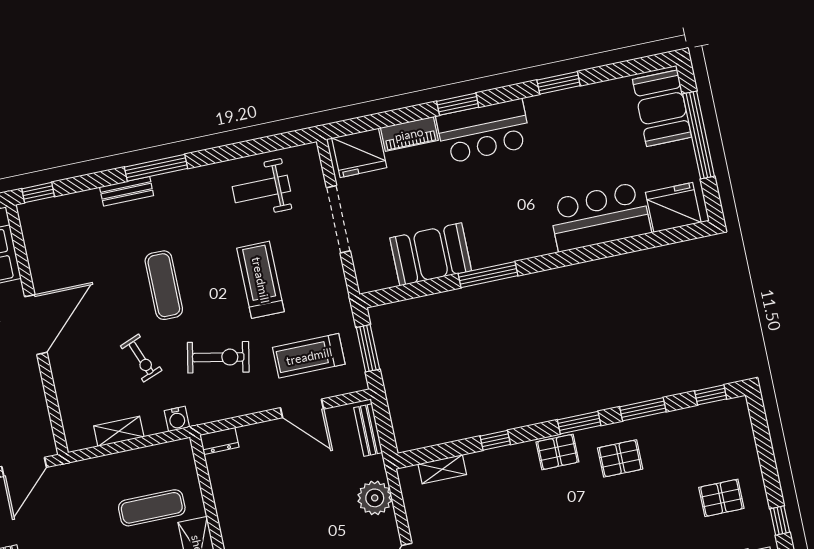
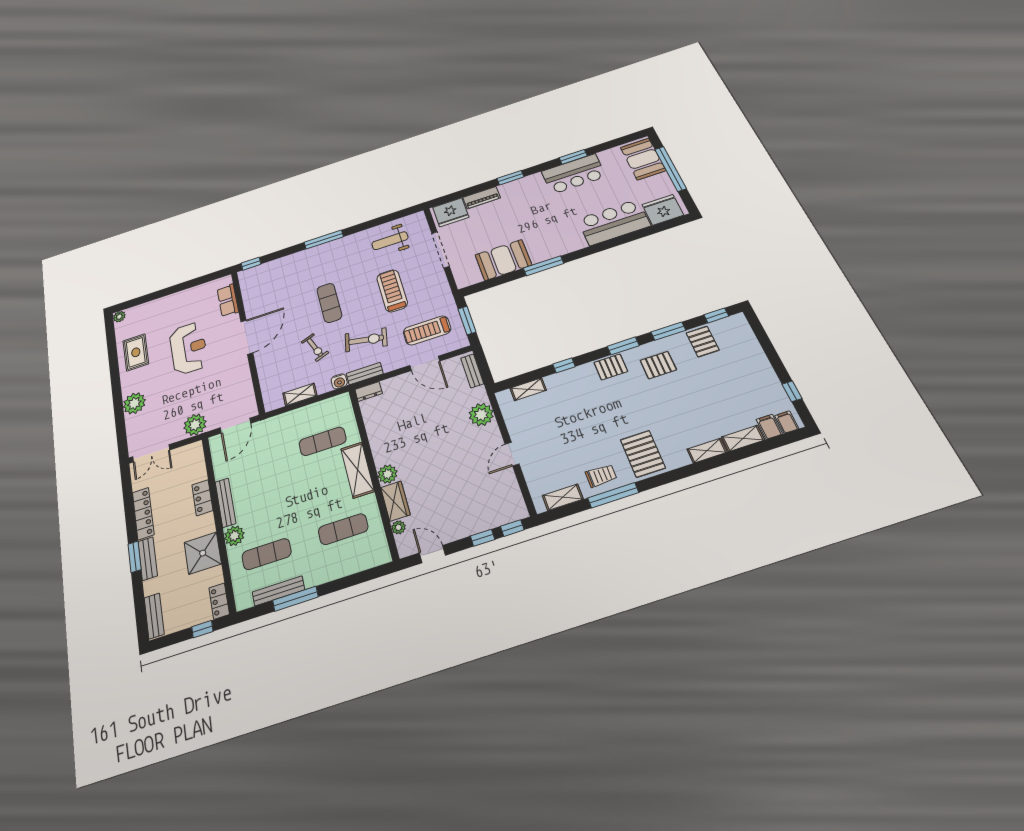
bar counter: (484, 131) -> (574, 174), moved
bench: (127, 191) -> (365, 374), moved
pallet: (721, 498) -> (703, 341), moved, turned 90

